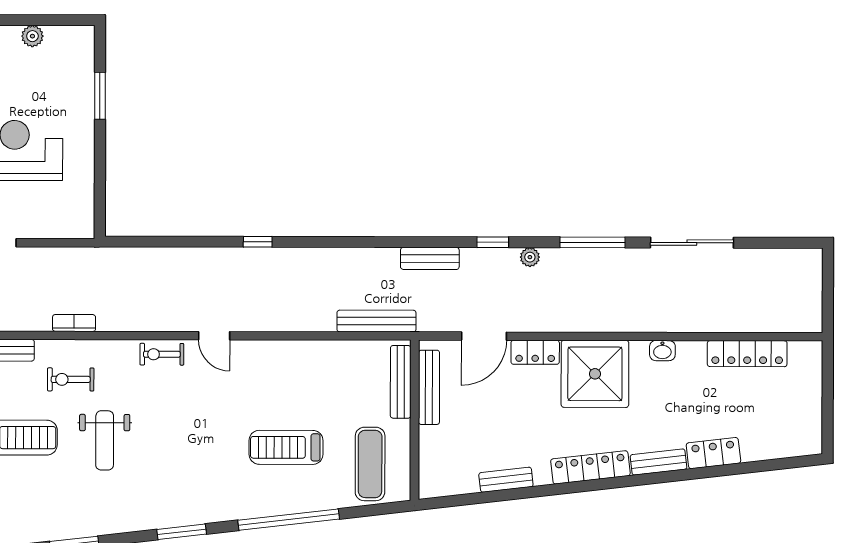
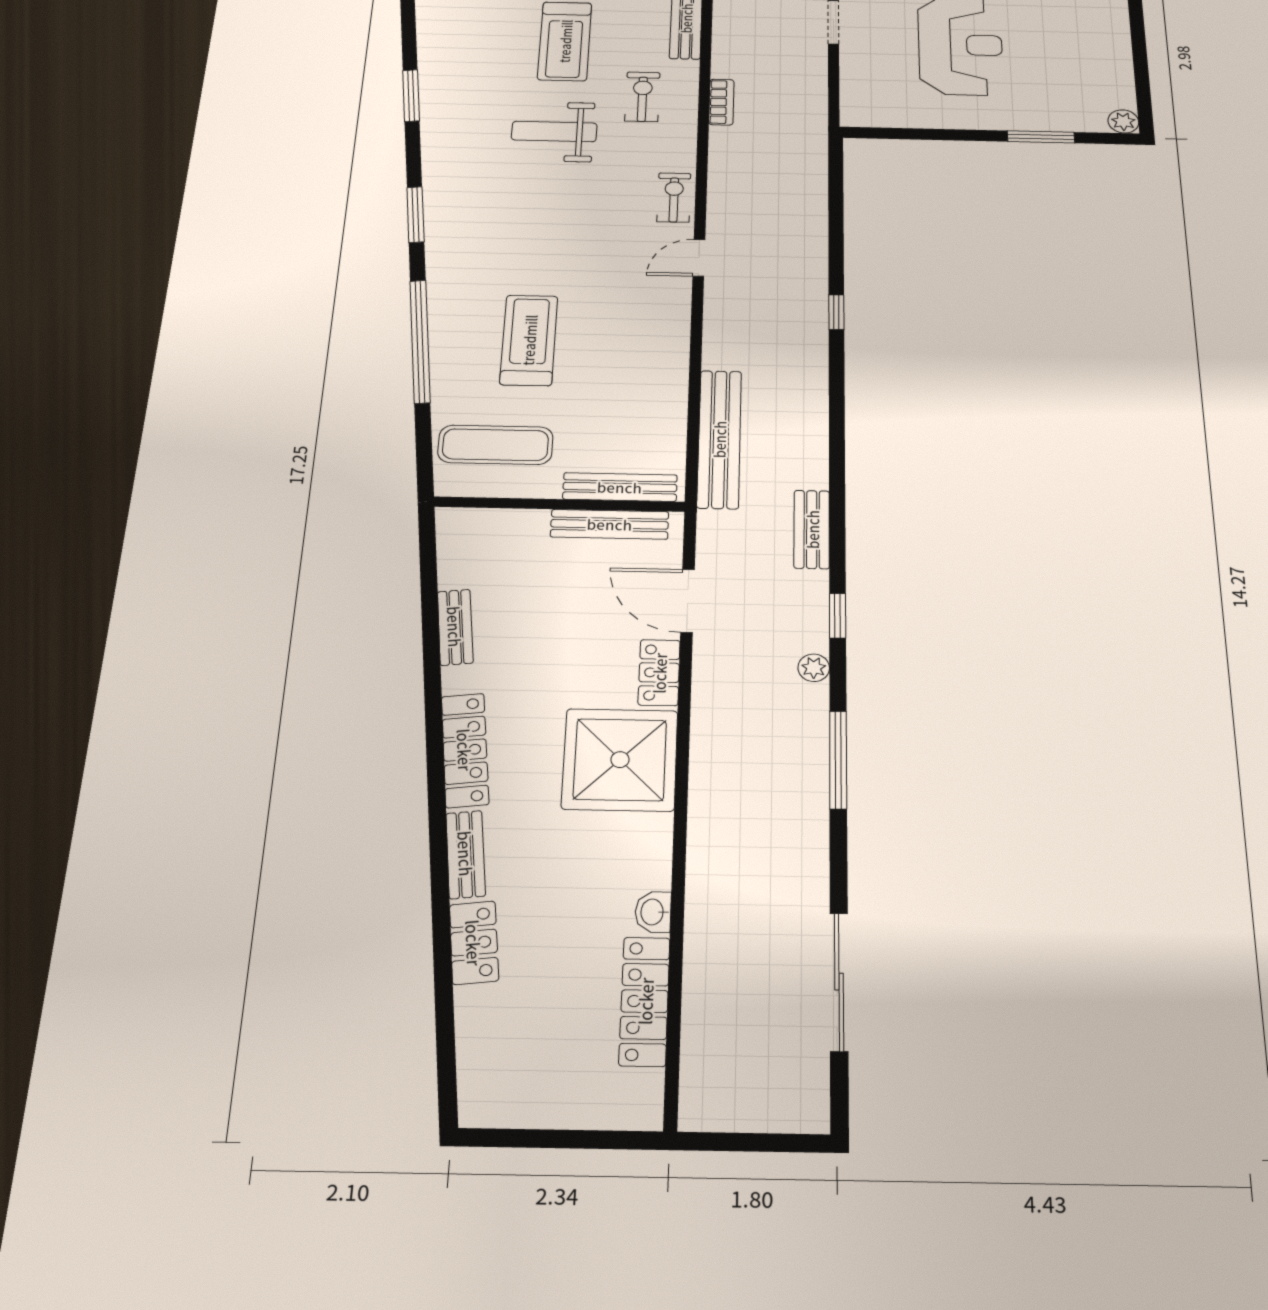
plant: (32, 36) -> (1123, 121), moved
sliding door: (692, 243) -> (839, 982), moved
bench: (376, 321) -> (719, 439), width x1.37, depth x1.21
washbasin: (662, 351) -> (653, 912), moved

